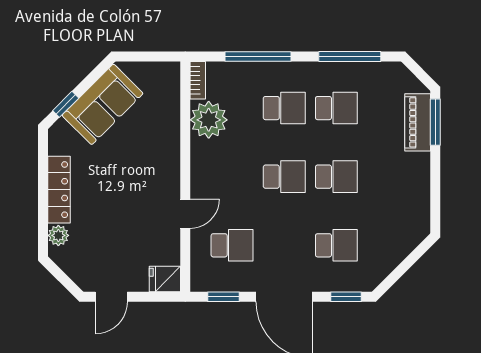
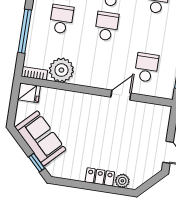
locker: (59, 190) -> (100, 177), width x0.66
door: (185, 214) -> (121, 95), hinge flipped
fridge: (165, 279) -> (29, 93), moved, turned -90

